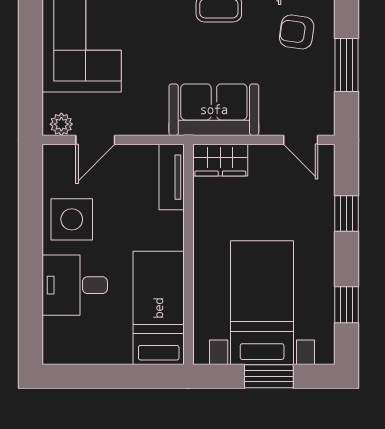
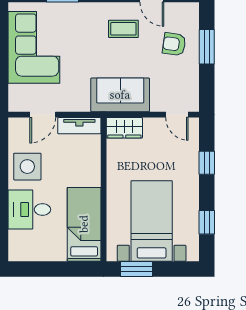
window: (347, 65) -> (207, 47), moved
plant: (61, 124) -> (21, 104), removed
tv unit: (172, 177) -> (79, 126), moved, turned -90
window: (269, 376) -> (137, 269), moved

